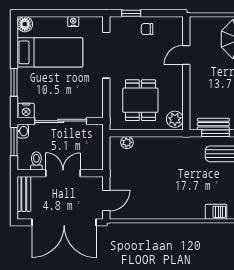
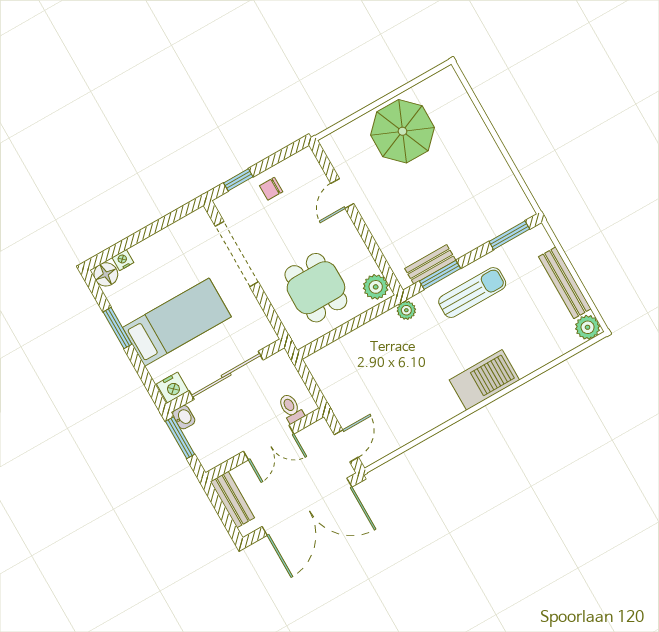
nightstand: (73, 22) -> (123, 260), moved
bed: (50, 52) -> (177, 322), moved
window: (14, 82) -> (117, 328), moved
plant: (127, 142) -> (406, 310), moved
toilet: (36, 161) -> (291, 408), moved
double door: (63, 173) -> (269, 443), swing flipped
barbecue: (216, 212) -> (484, 380), width x1.88, depth x1.53

